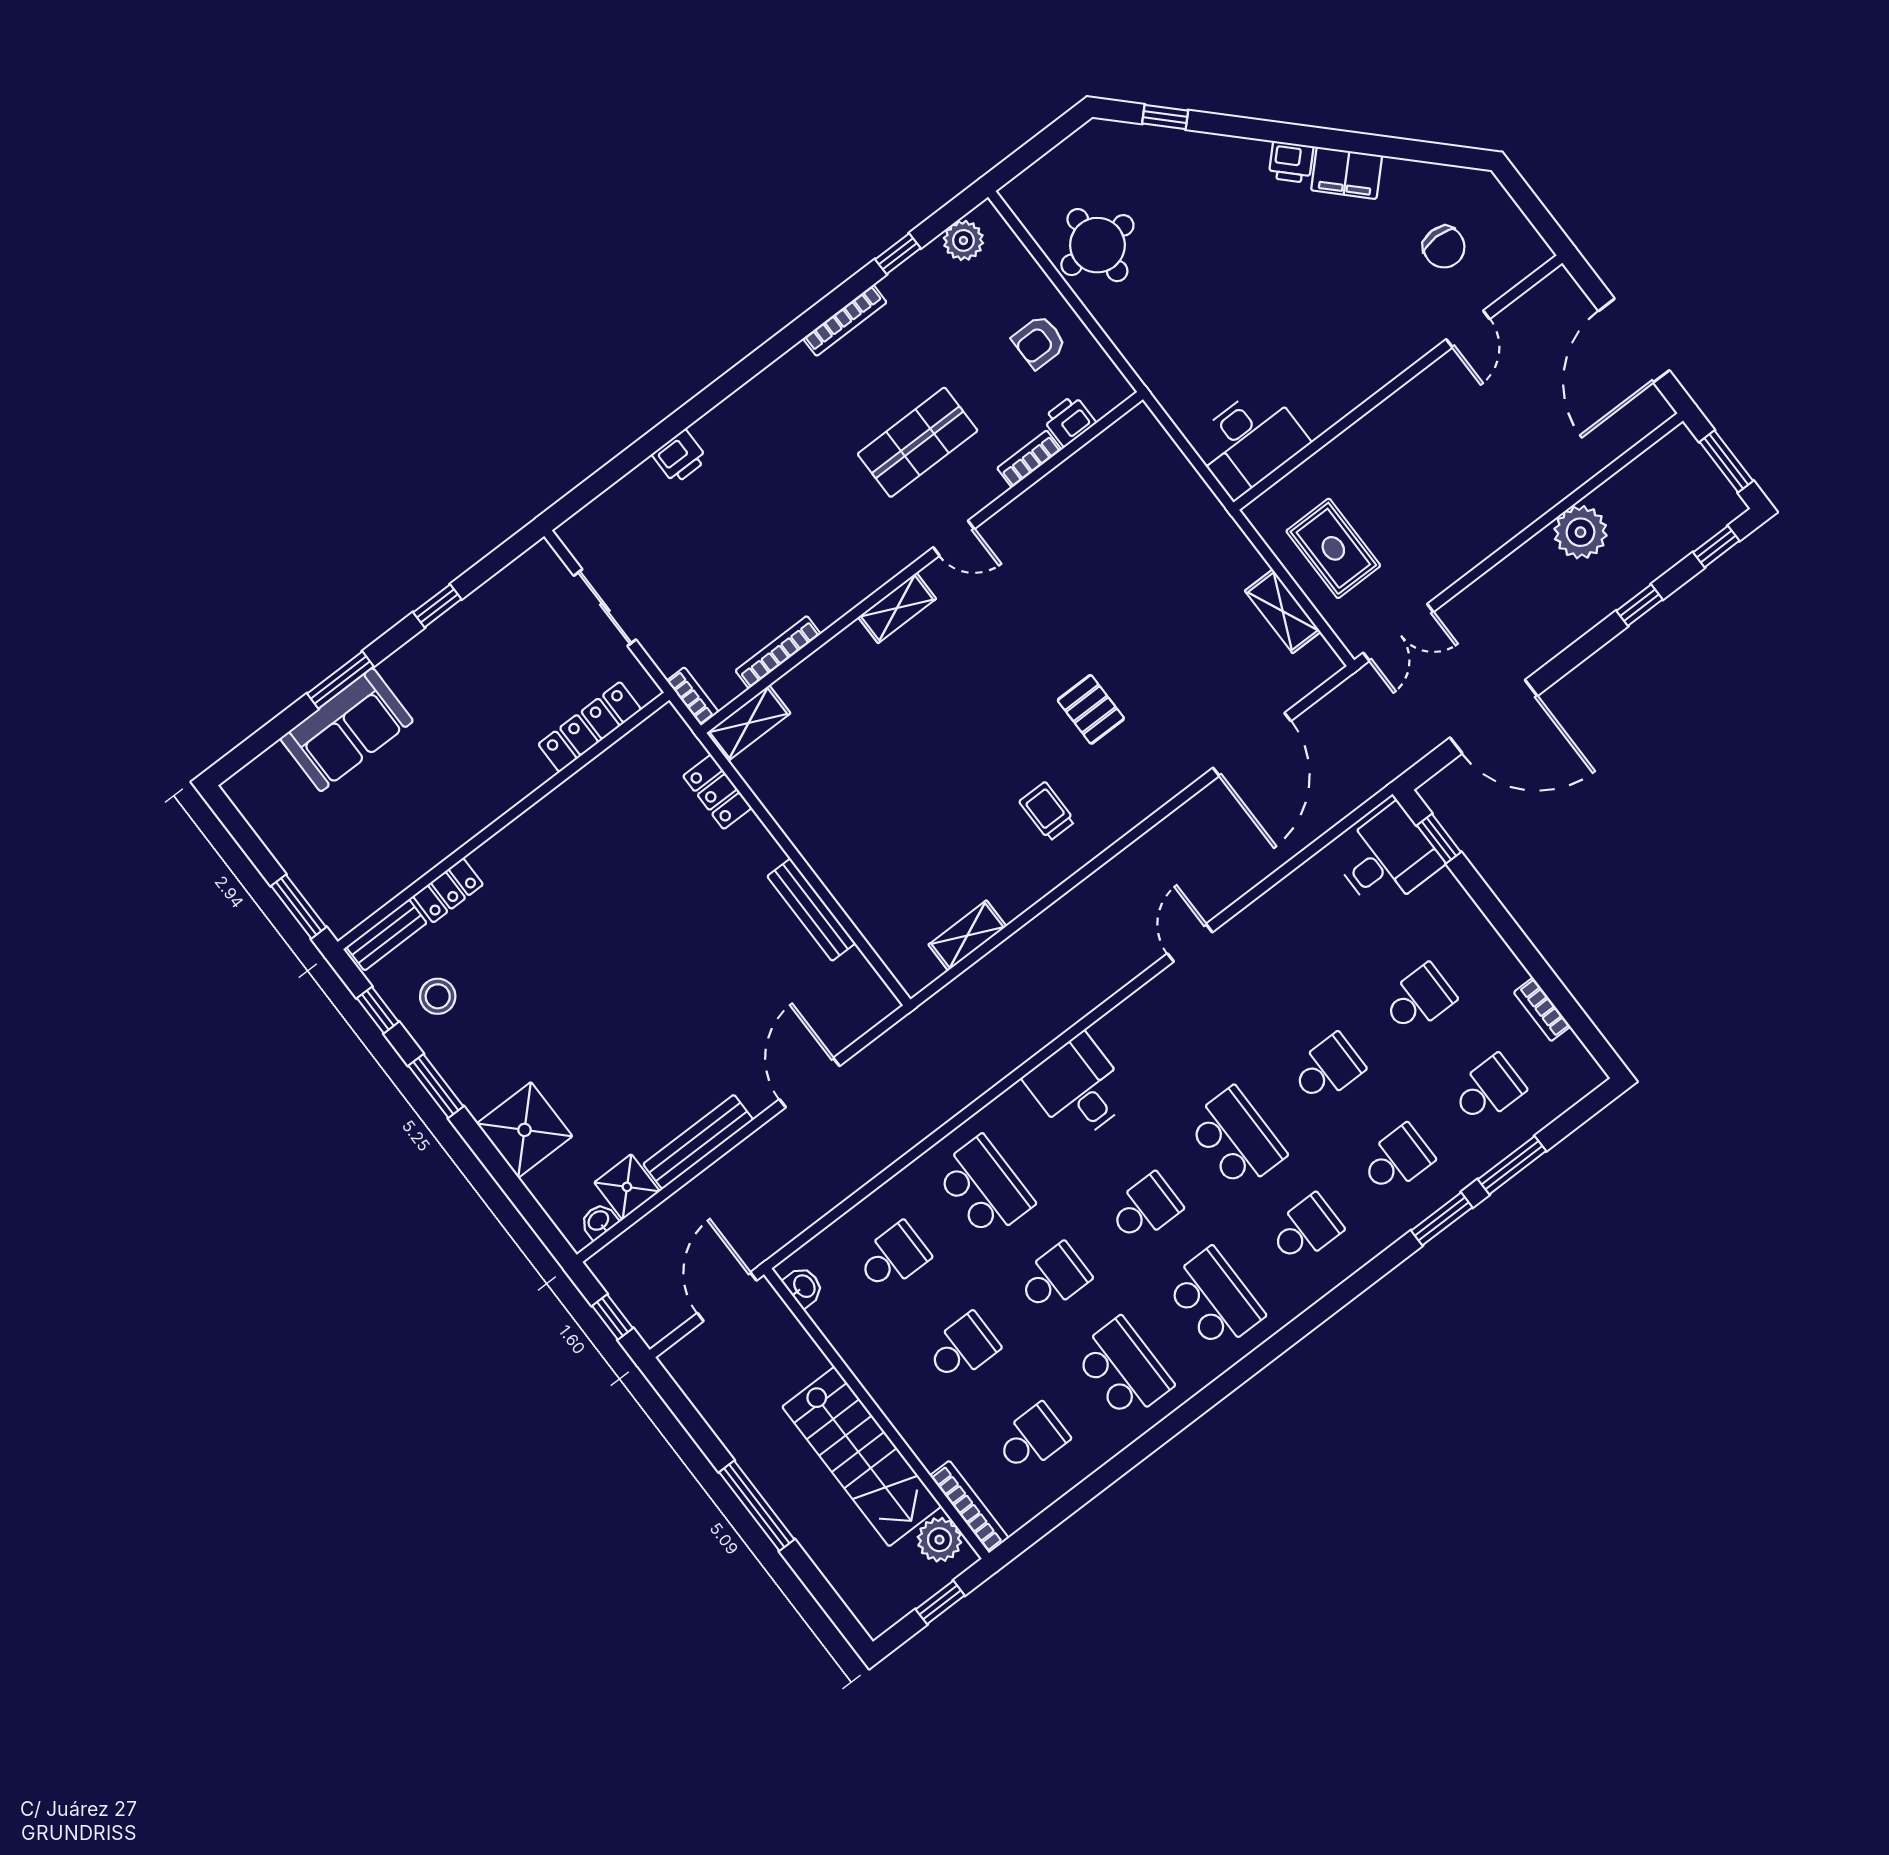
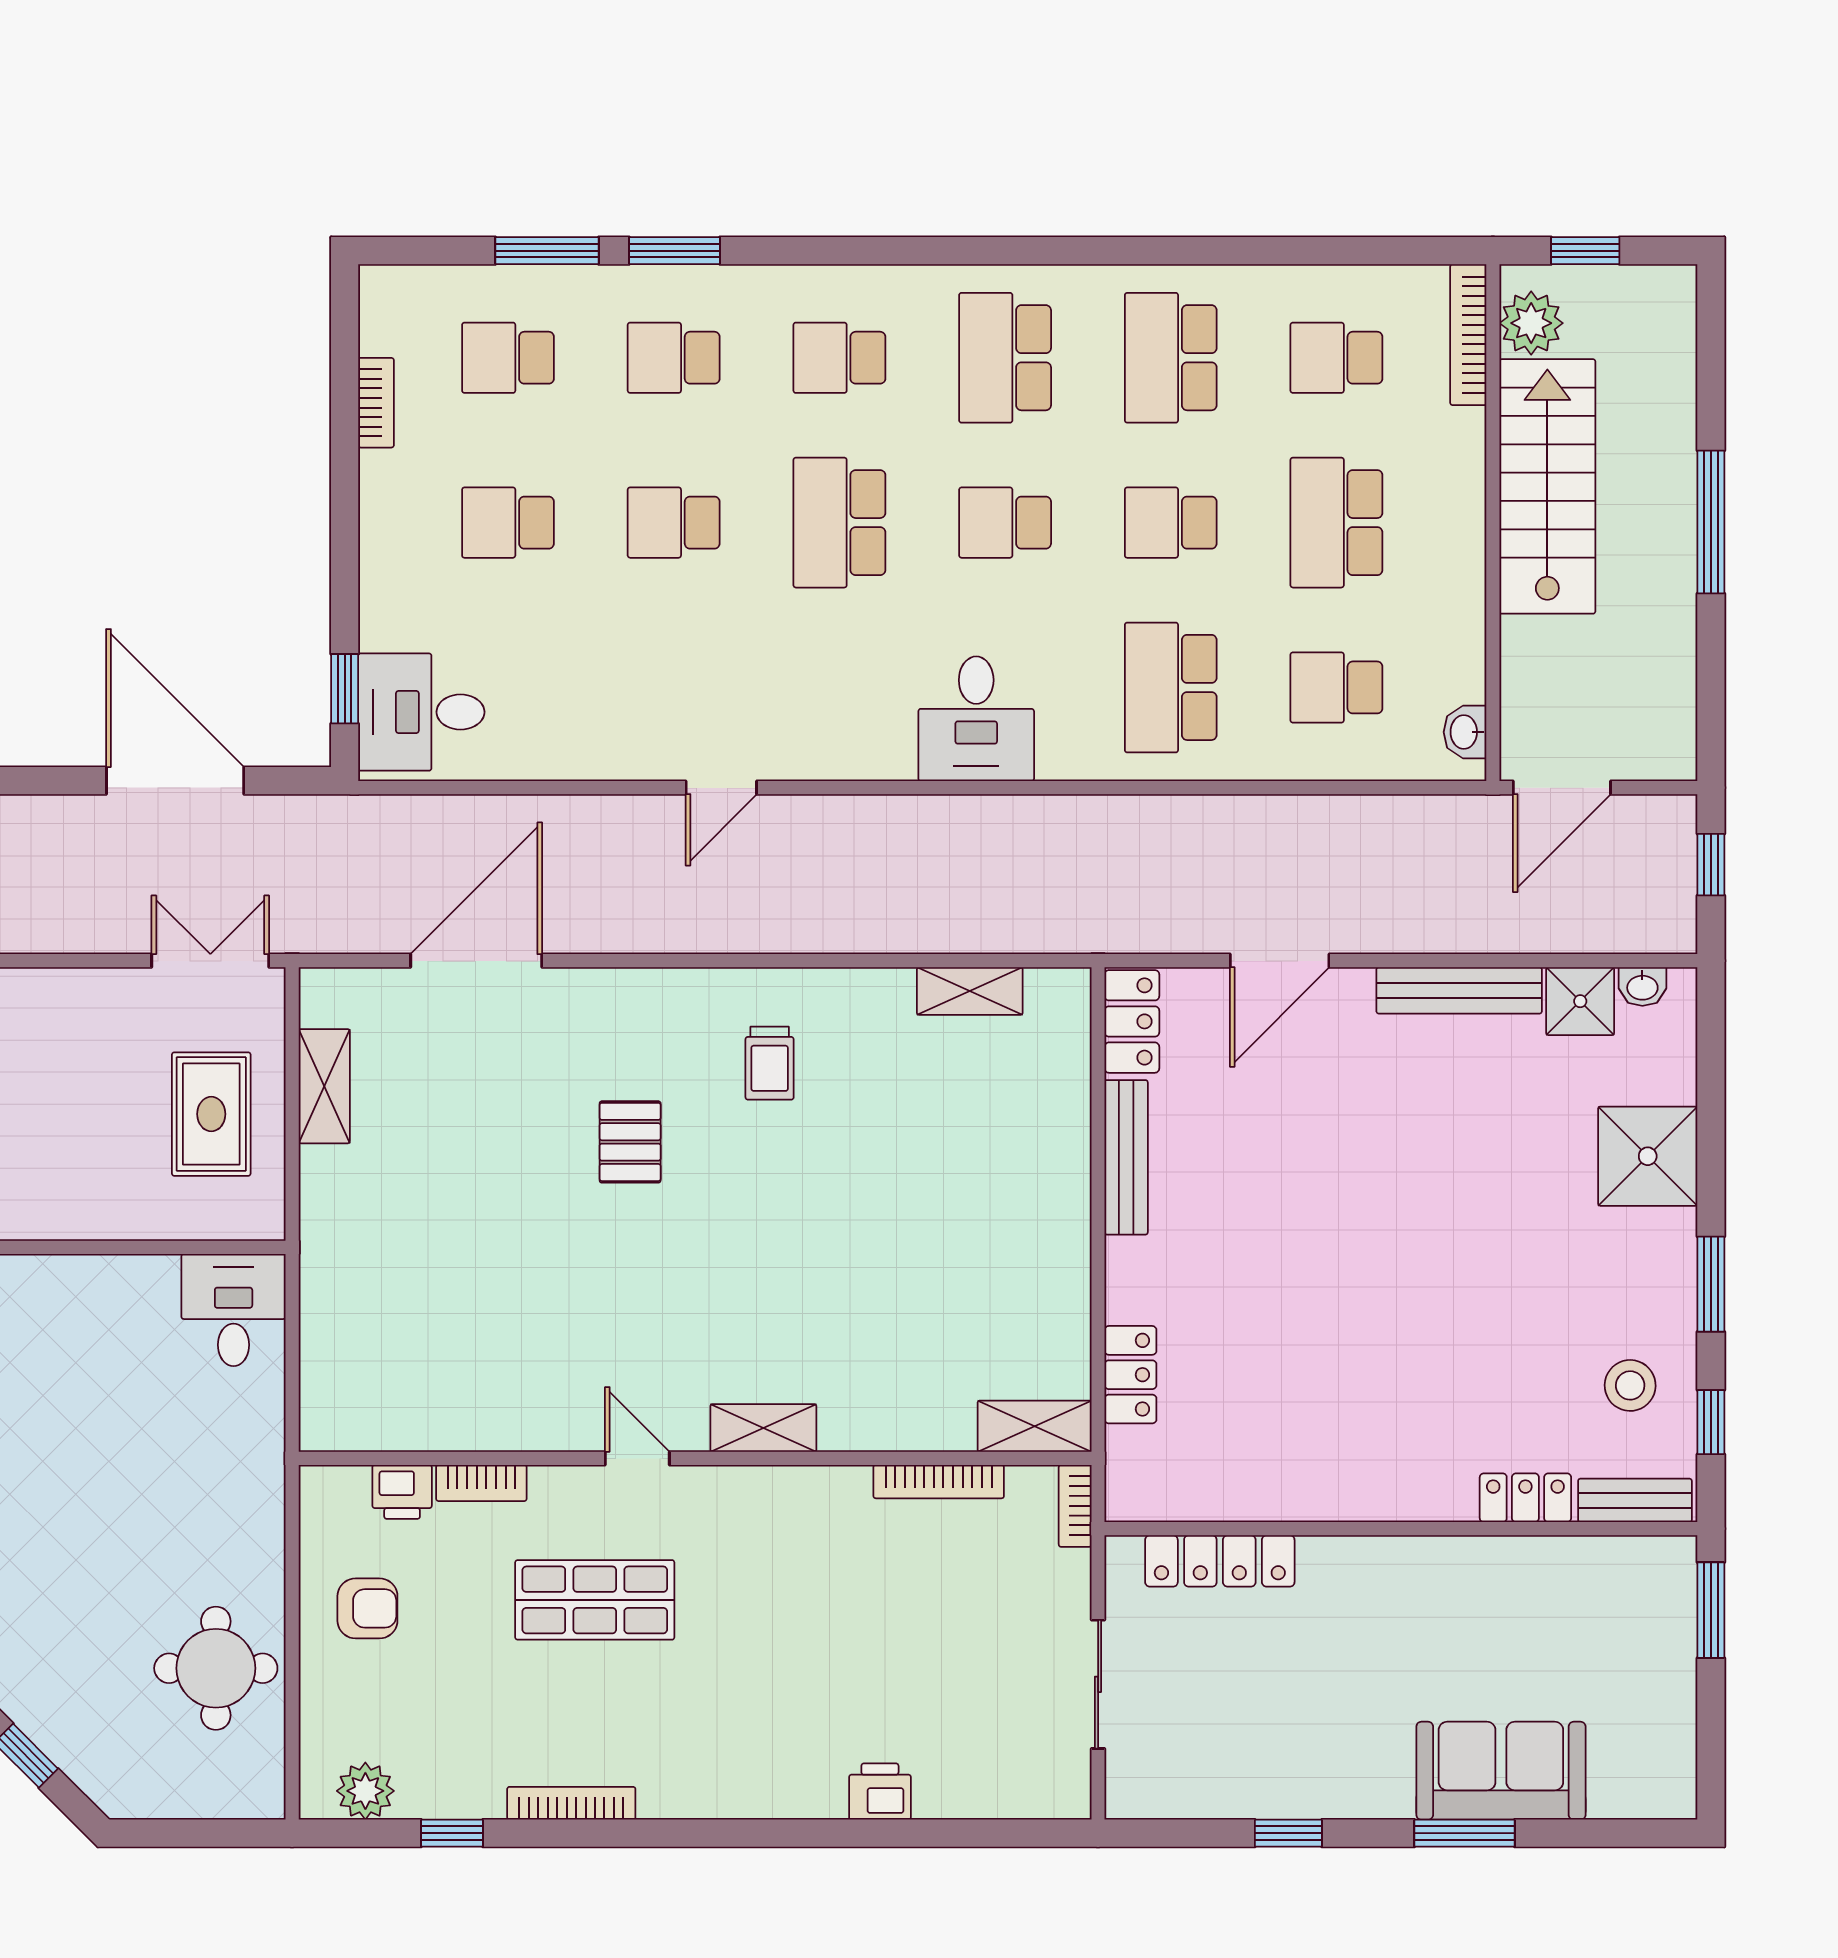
desk: (1249, 442) -> (234, 1310), width x0.73
locker: (865, 987) -> (1132, 1021), added
school desk: (963, 1348) -> (1336, 523), width x1.85

